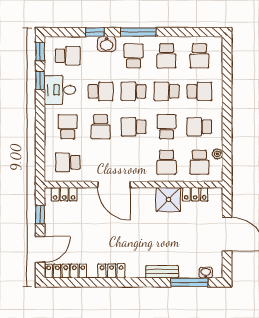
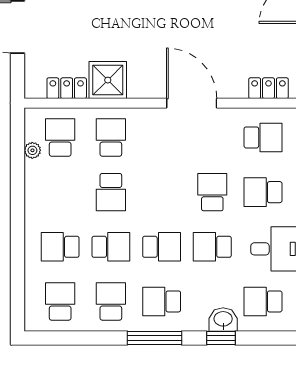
washbasin: (107, 44) -> (223, 320), moved
school desk: (134, 56) -> (162, 301), turned 90
school desk: (68, 127) -> (263, 192), turned 90
school desk: (134, 127) -> (162, 192), removed
school desk: (199, 127) -> (60, 192), removed

